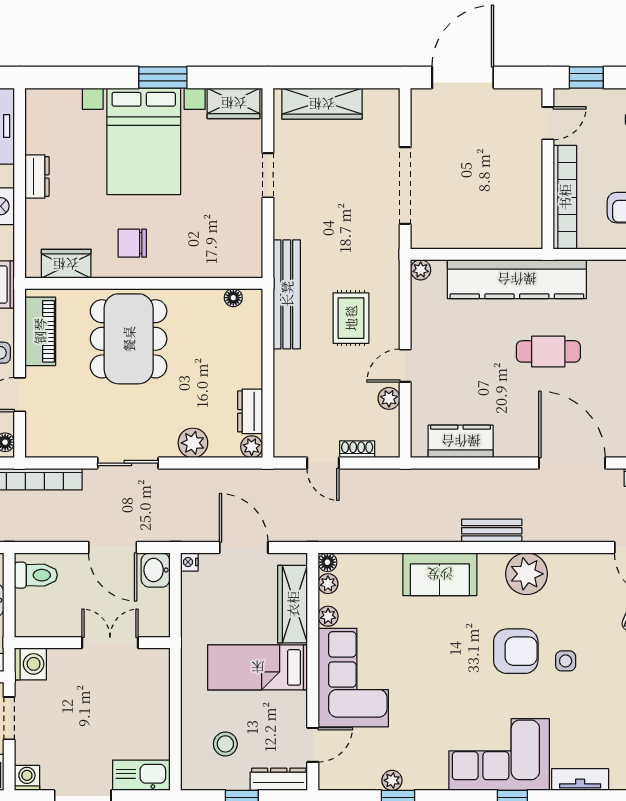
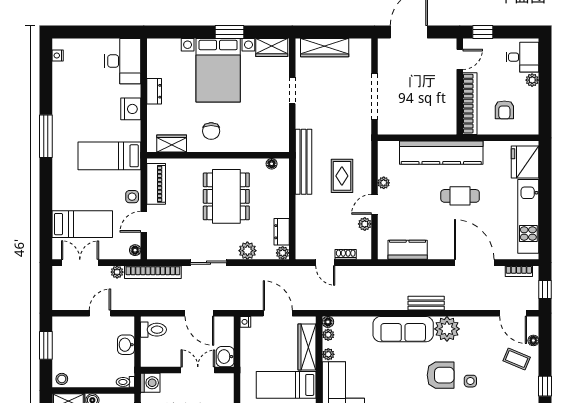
chair: (132, 243) -> (211, 131), turned -90
plant: (421, 270) -> (384, 183), moved
dining table: (129, 339) -> (226, 196), moved
washbasin: (156, 570) -> (225, 357), moved
sofa: (440, 574) -> (403, 329), width x1.36

